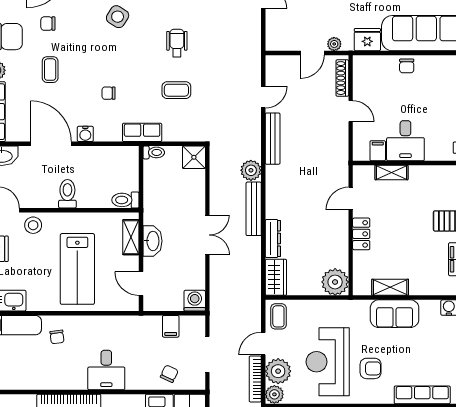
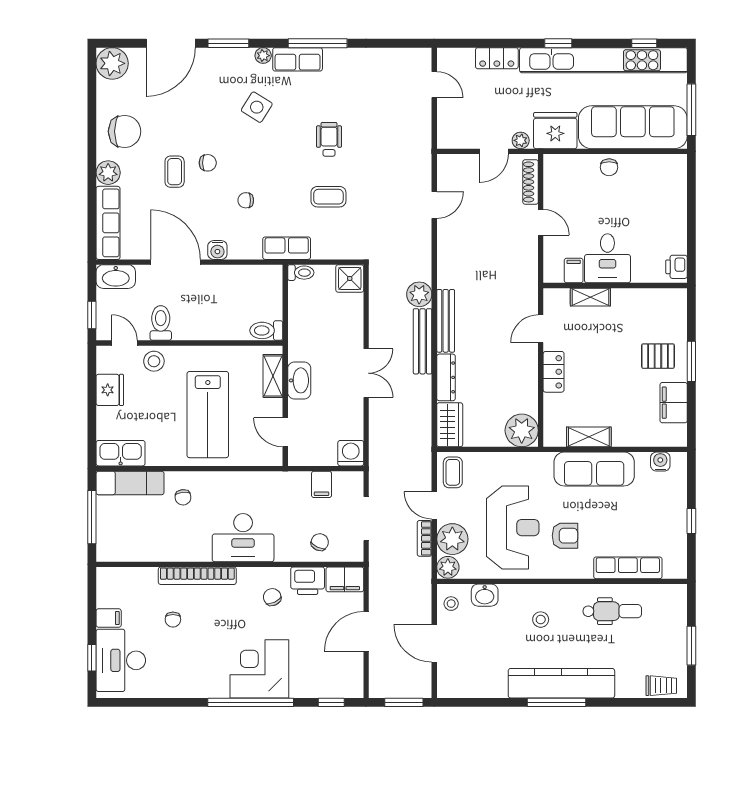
chair: (48, 24) -> (208, 163), moved, turned 180
fridge: (367, 40) -> (555, 131), width x1.36, depth x1.34
bench: (273, 139) -> (446, 321), moved
toilet: (67, 194) -> (161, 323), moved
sofa: (395, 314) -> (594, 469), width x1.36
door: (263, 344) -> (434, 505), hinge flipped
reception desk: (328, 362) -> (513, 528), turned 180
desk: (106, 370) -> (243, 538), width x1.37
bookcase: (255, 379) -> (424, 538), width x0.64

